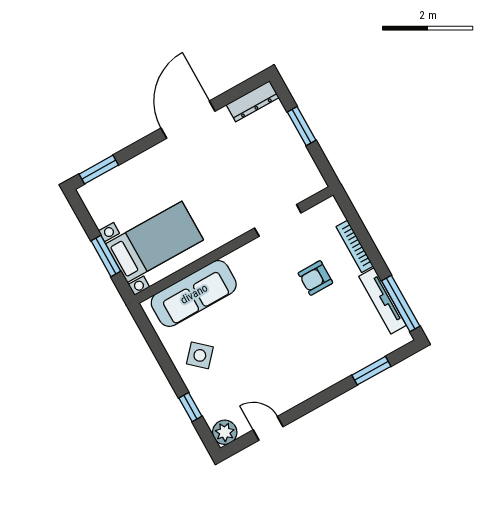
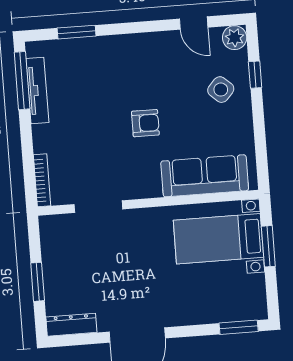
bookcase: (355, 246) -> (42, 180), moved
armchair: (315, 278) -> (145, 123), moved
side table: (200, 355) -> (221, 90), moved

